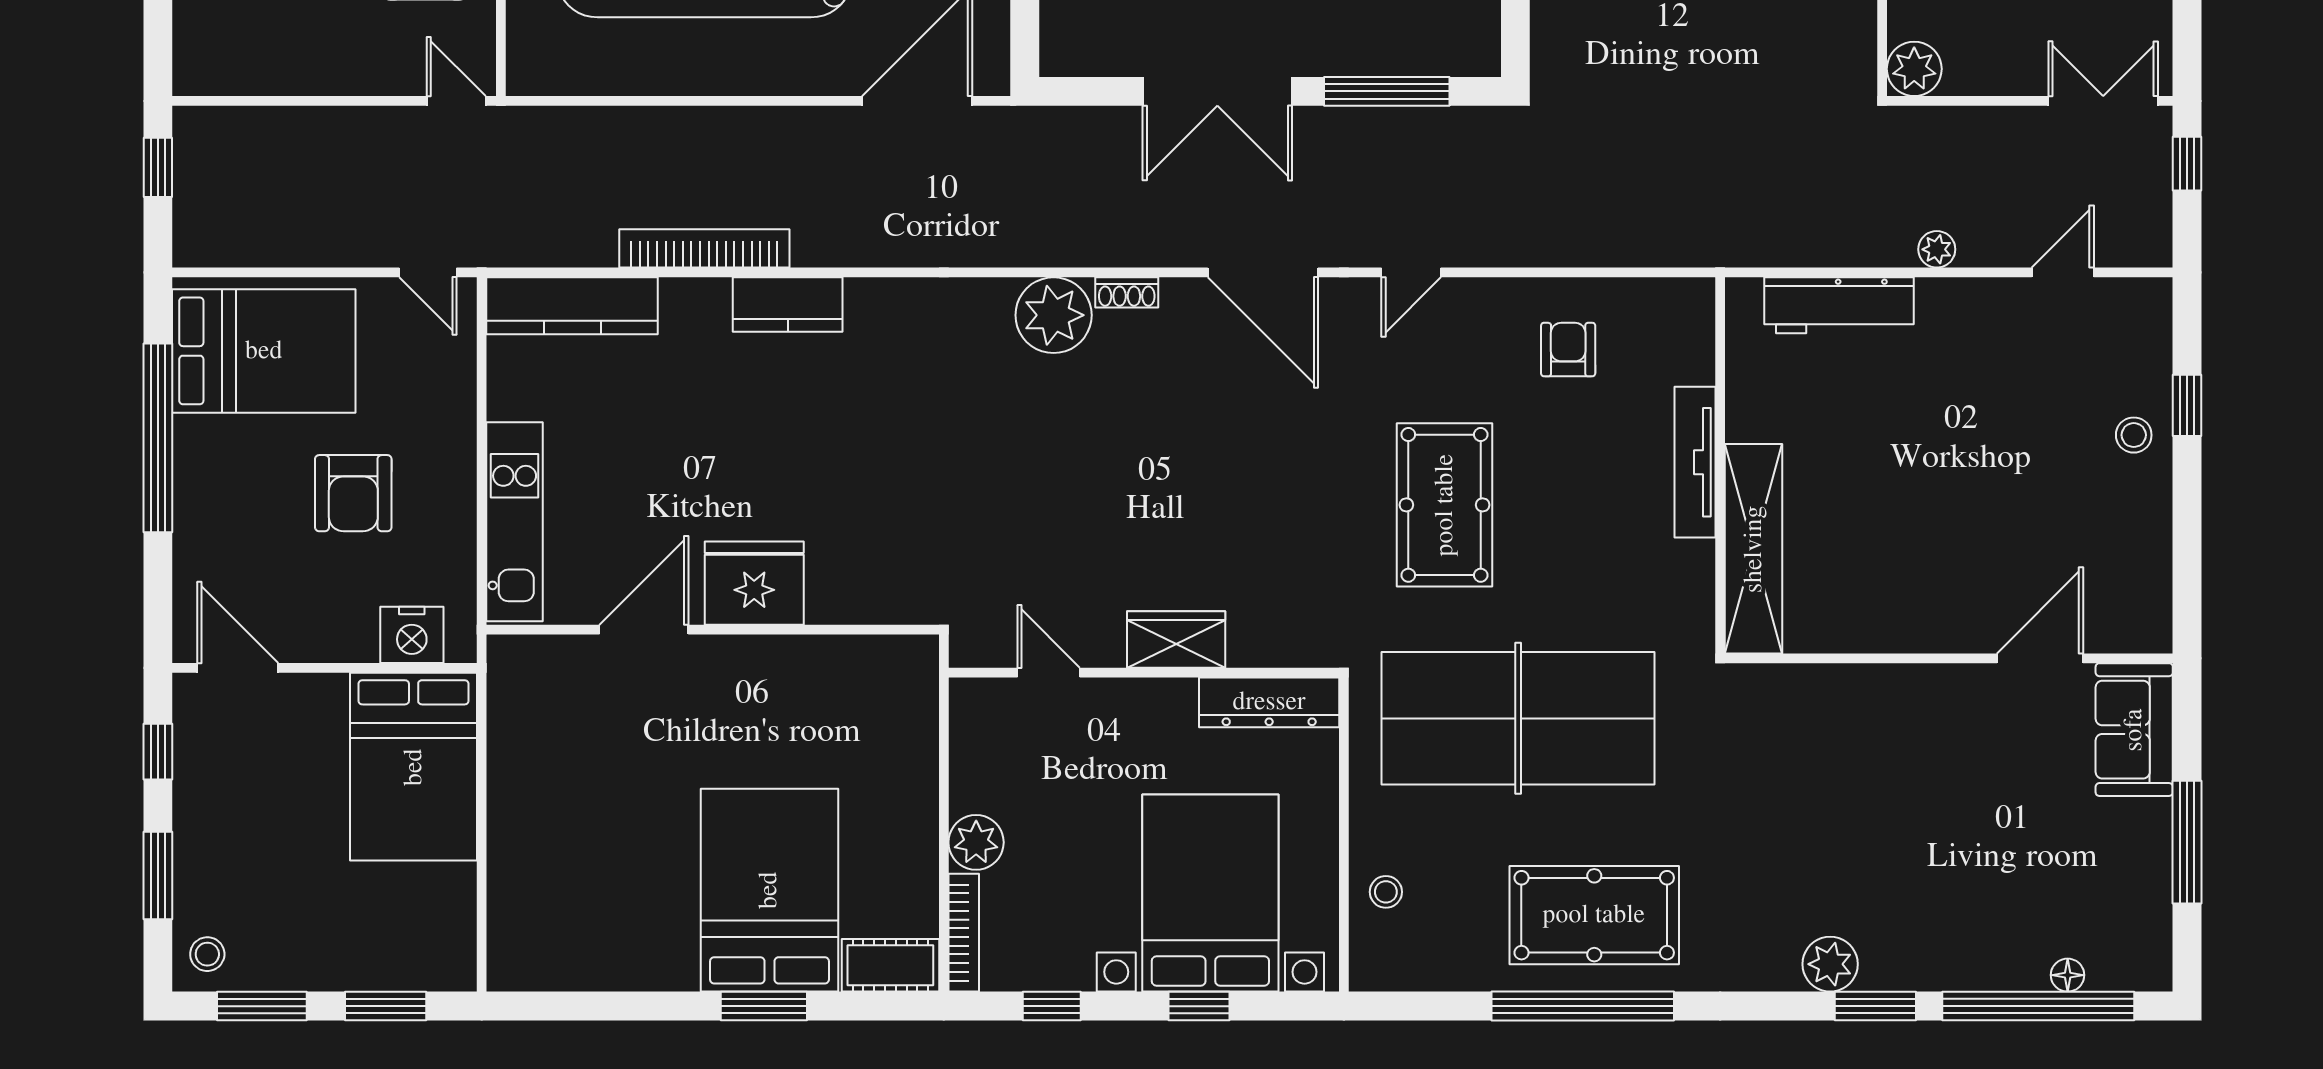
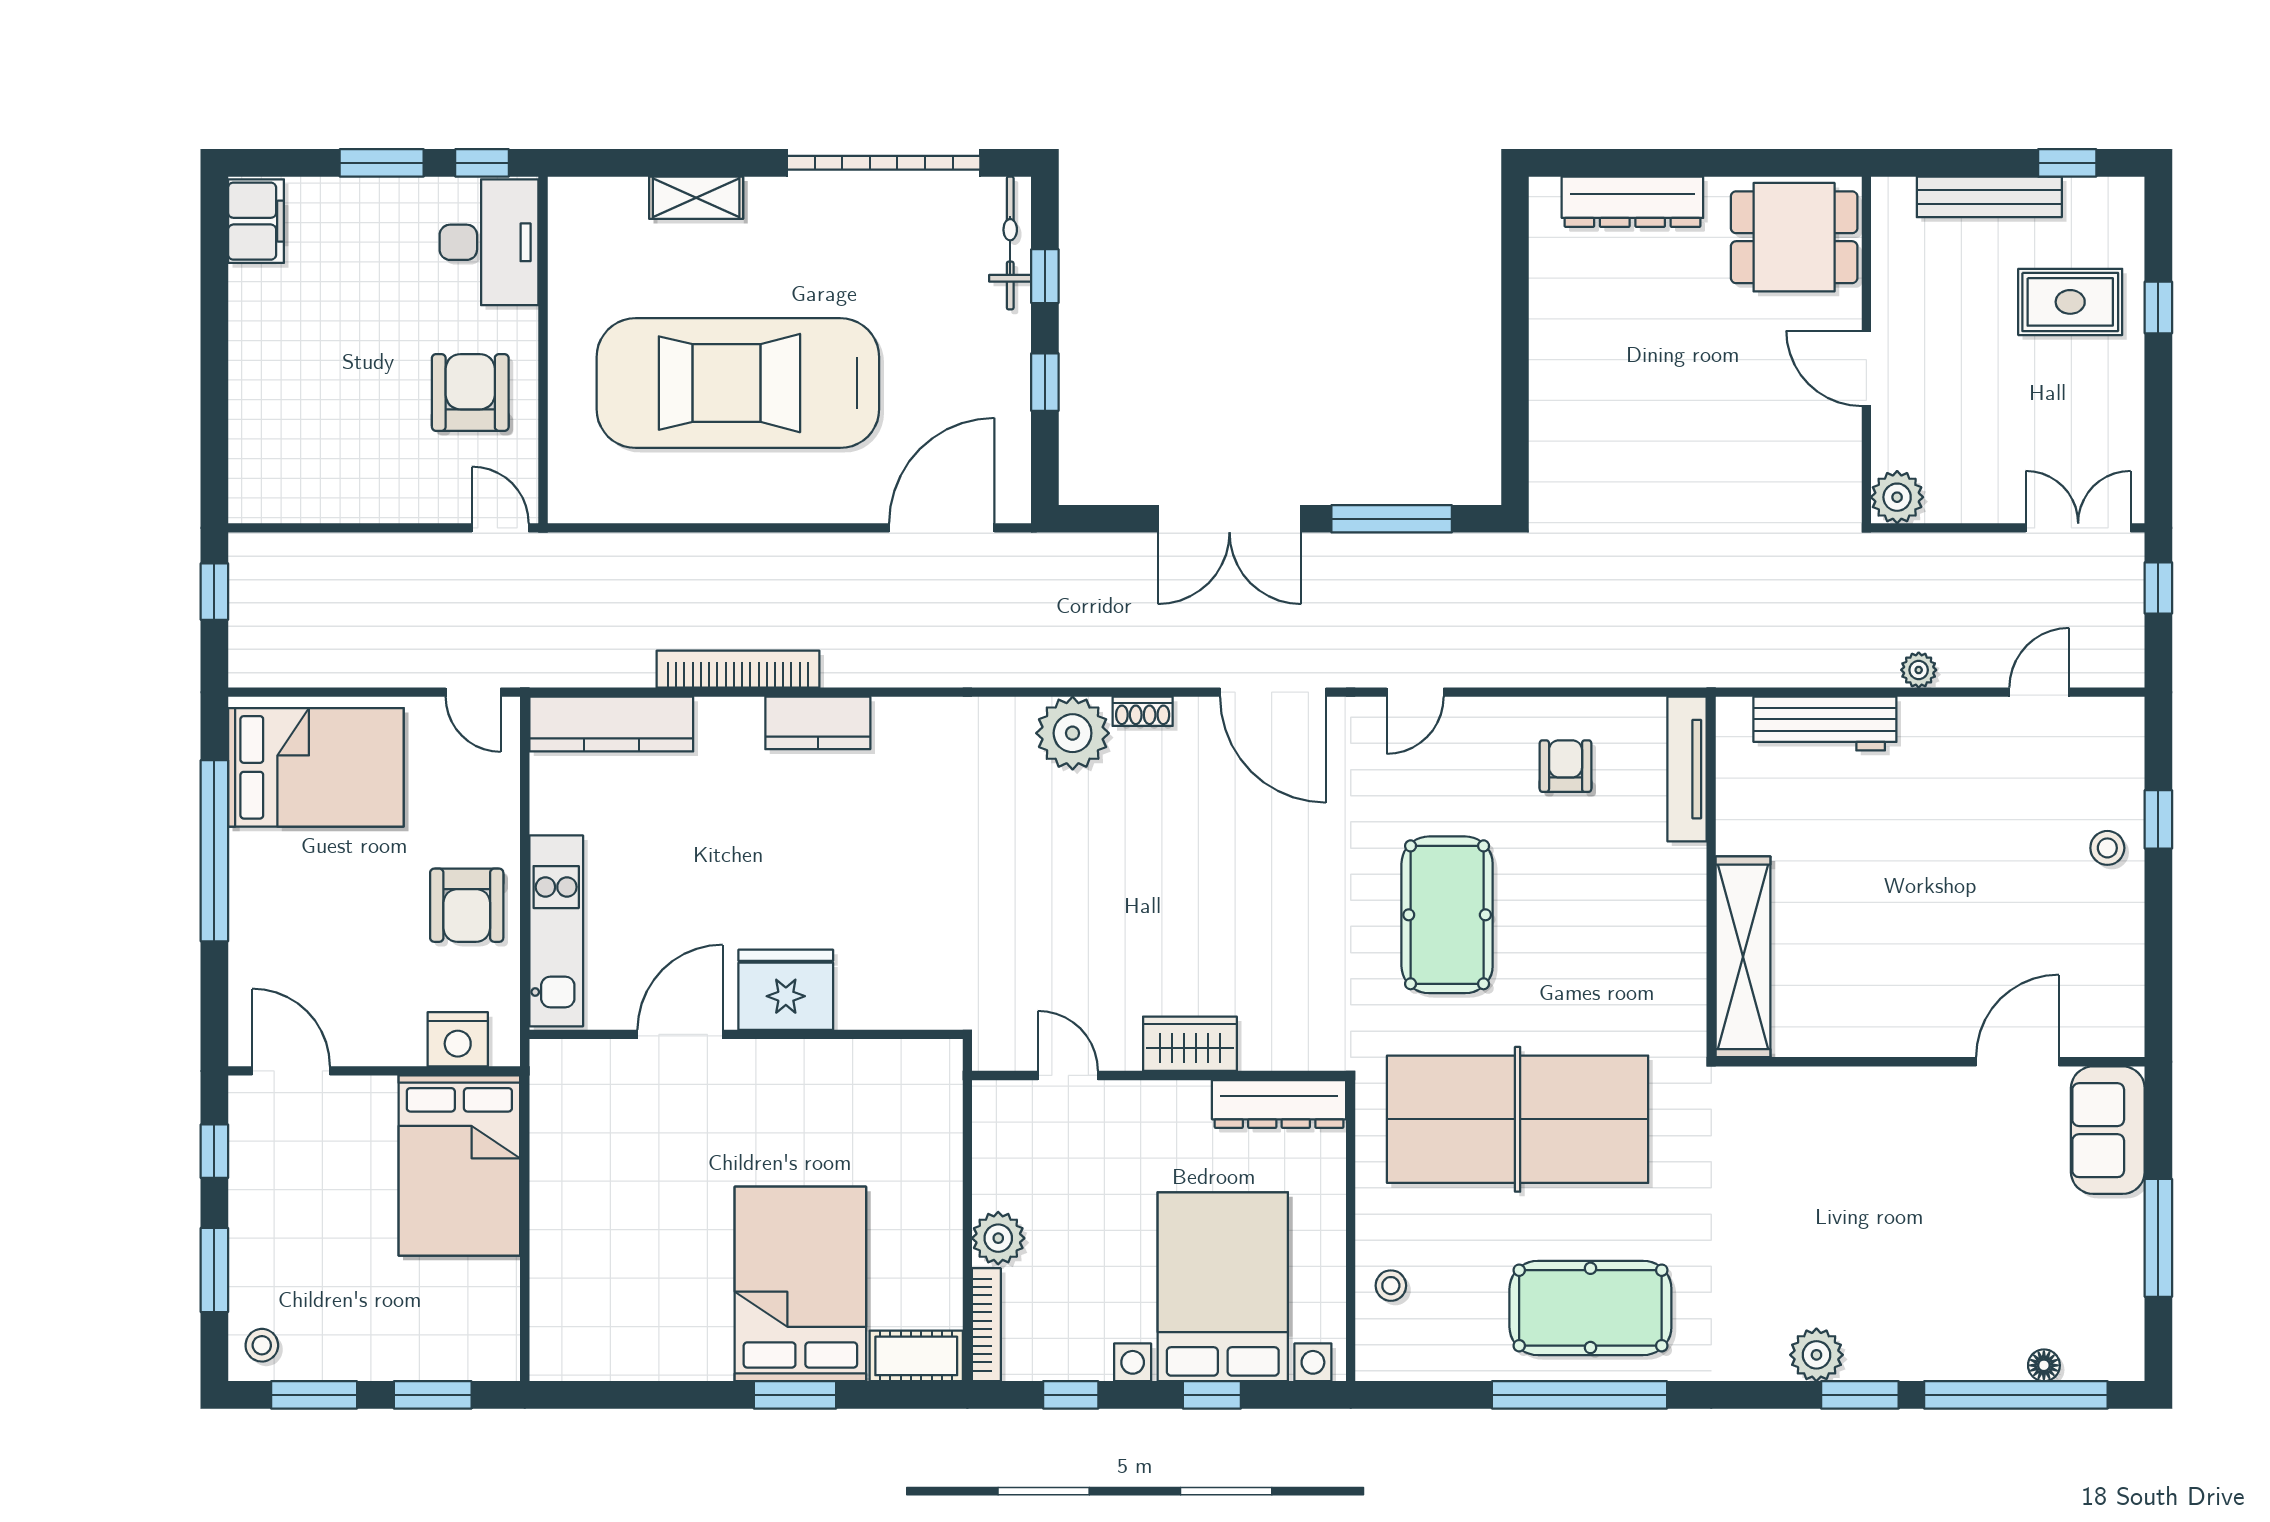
tv unit: (1695, 462) -> (1687, 769), moved
armchair: (353, 493) -> (467, 905), moved

